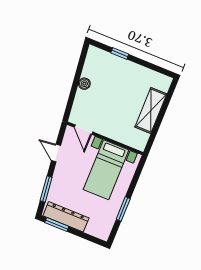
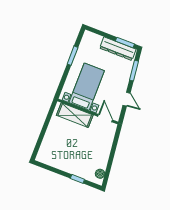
boiler: (84, 84) -> (100, 174), moved
shelving: (151, 111) -> (75, 115), moved, turned 90

